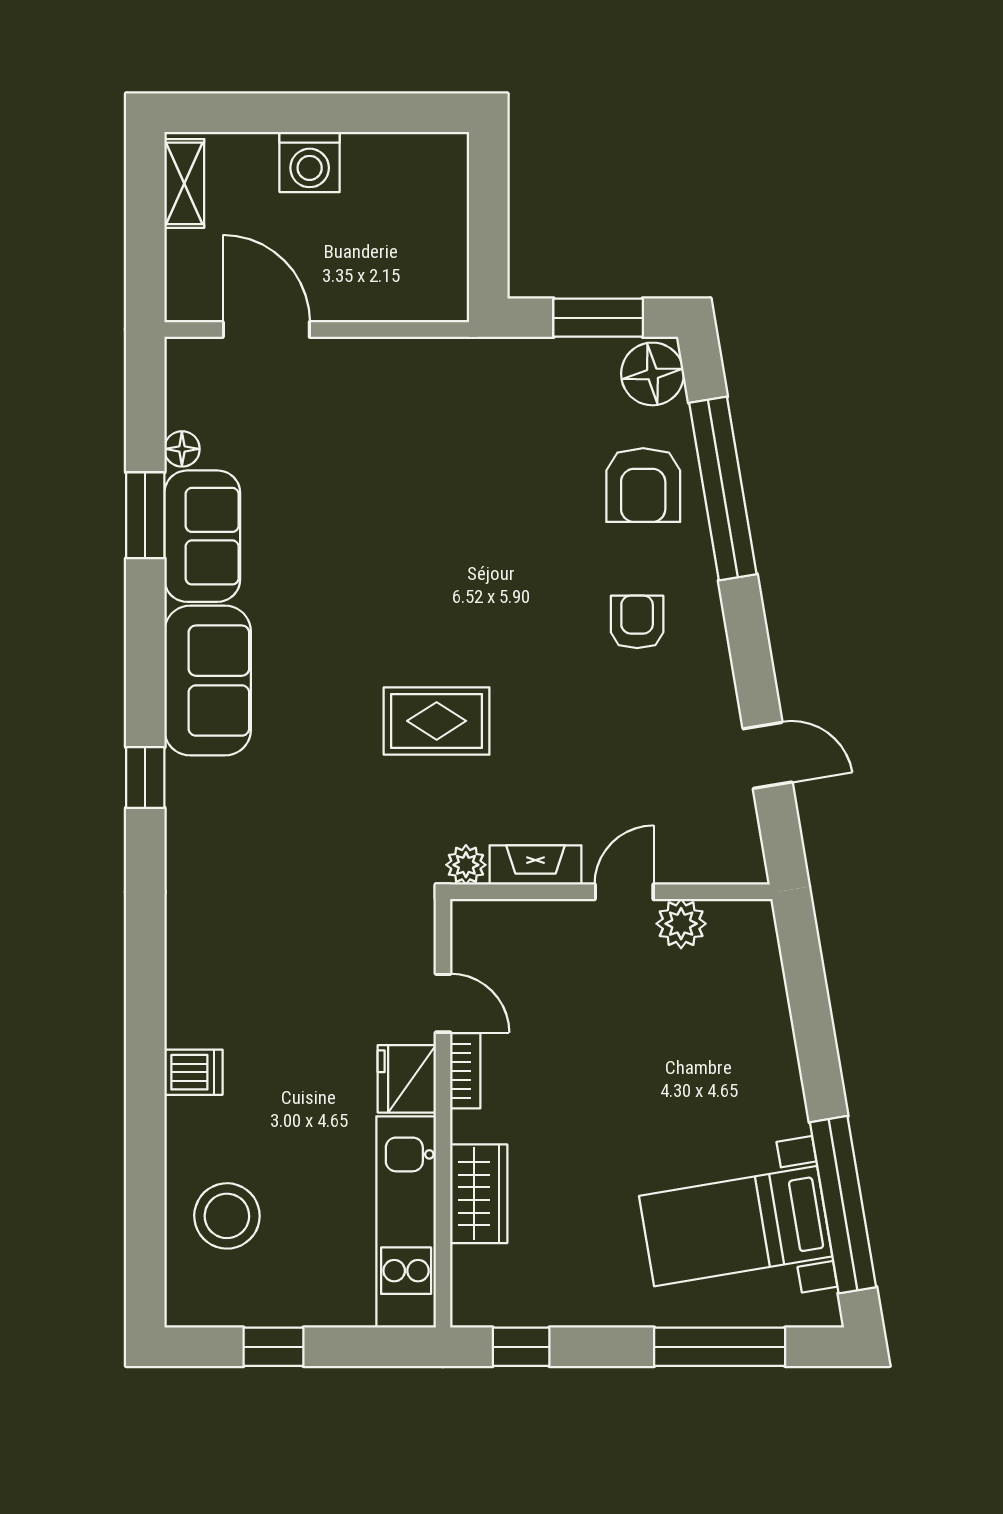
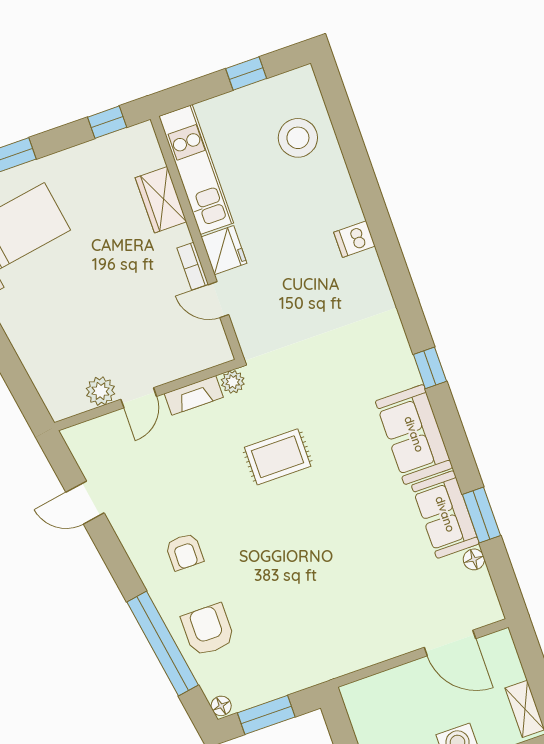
floor lamp: (652, 374) -> (221, 706), width x0.53, depth x0.53
dishwasher: (193, 1072) -> (354, 239), moved

